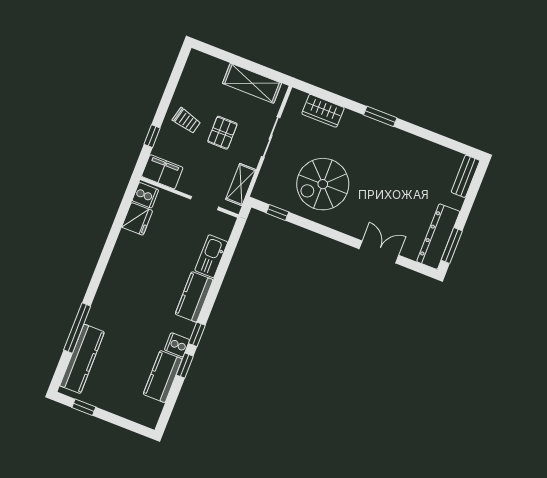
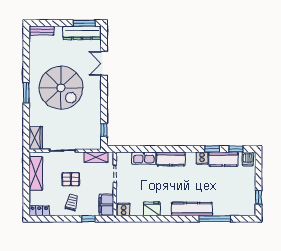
locker: (193, 66) -> (39, 211), added
wardrobe: (323, 111) -> (36, 138), moved
spiral stairs: (323, 184) -> (61, 88), moved, width x1.37, depth x1.37
fridge: (137, 219) -> (152, 209), moved
window: (197, 334) -> (236, 149), moved
kitchen counter: (82, 359) -> (192, 209), moved
dishwasher: (149, 414) -> (248, 159), added

